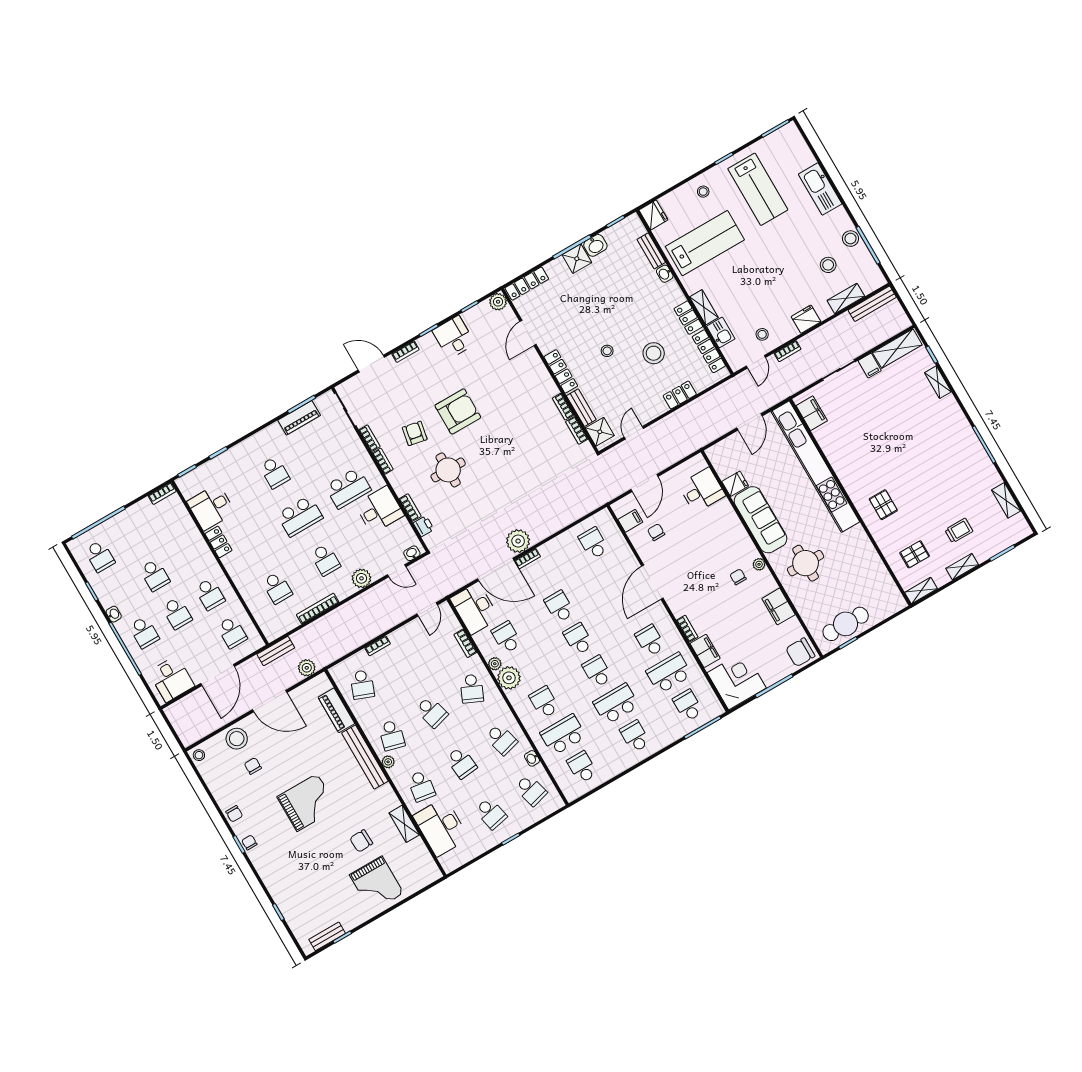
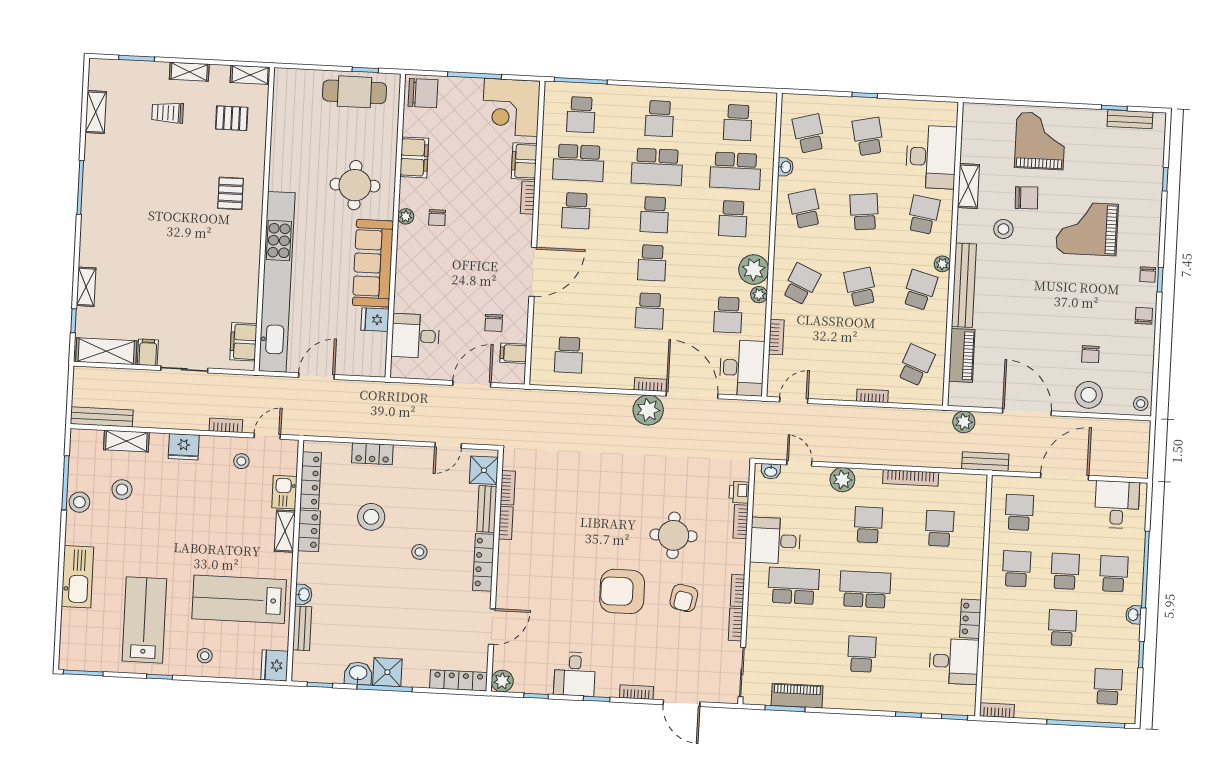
grand piano: (307, 802) -> (1087, 229), moved
stool: (363, 811) -> (1003, 229), added

